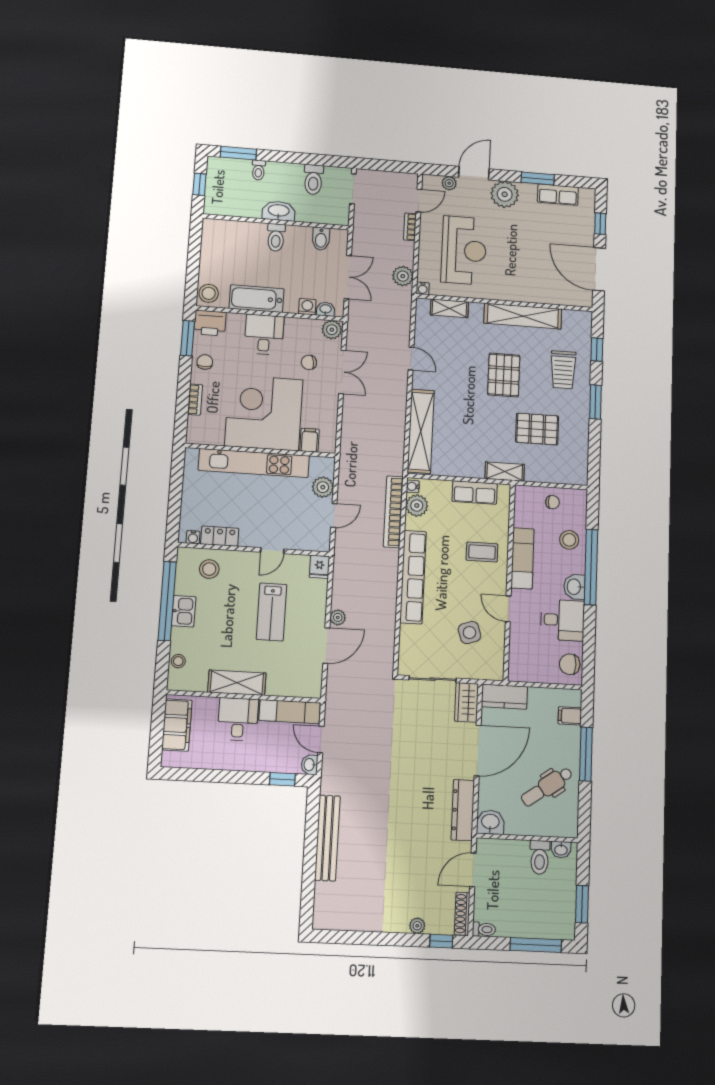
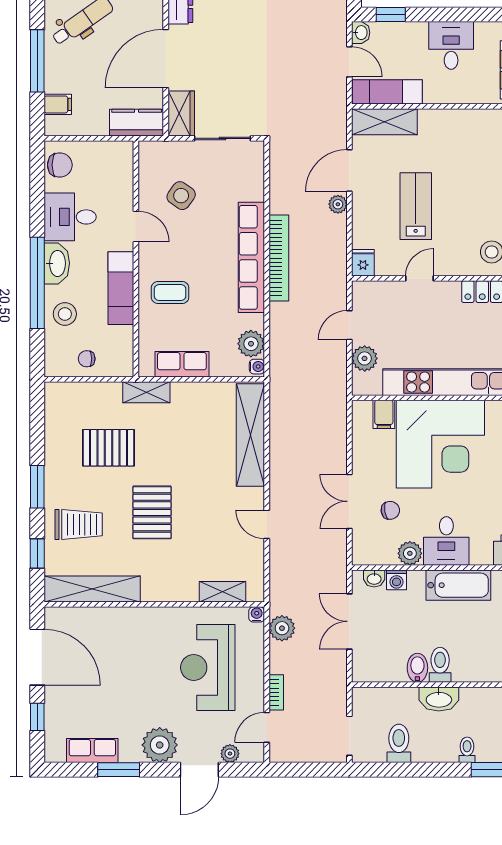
bidet: (321, 239) -> (417, 668), moved
shelving: (523, 316) -> (92, 589), moved
plant: (332, 330) -> (410, 553), moved
trolley: (563, 370) -> (79, 524), turned 90
bookcase: (393, 512) -> (279, 258), moved
washbasin: (574, 587) -> (57, 263), width x1.38
side table: (470, 633) -> (181, 196), turned -37
shelving: (237, 683) -> (384, 122), moved
desk: (238, 719) -> (451, 45), moved, turned 180

